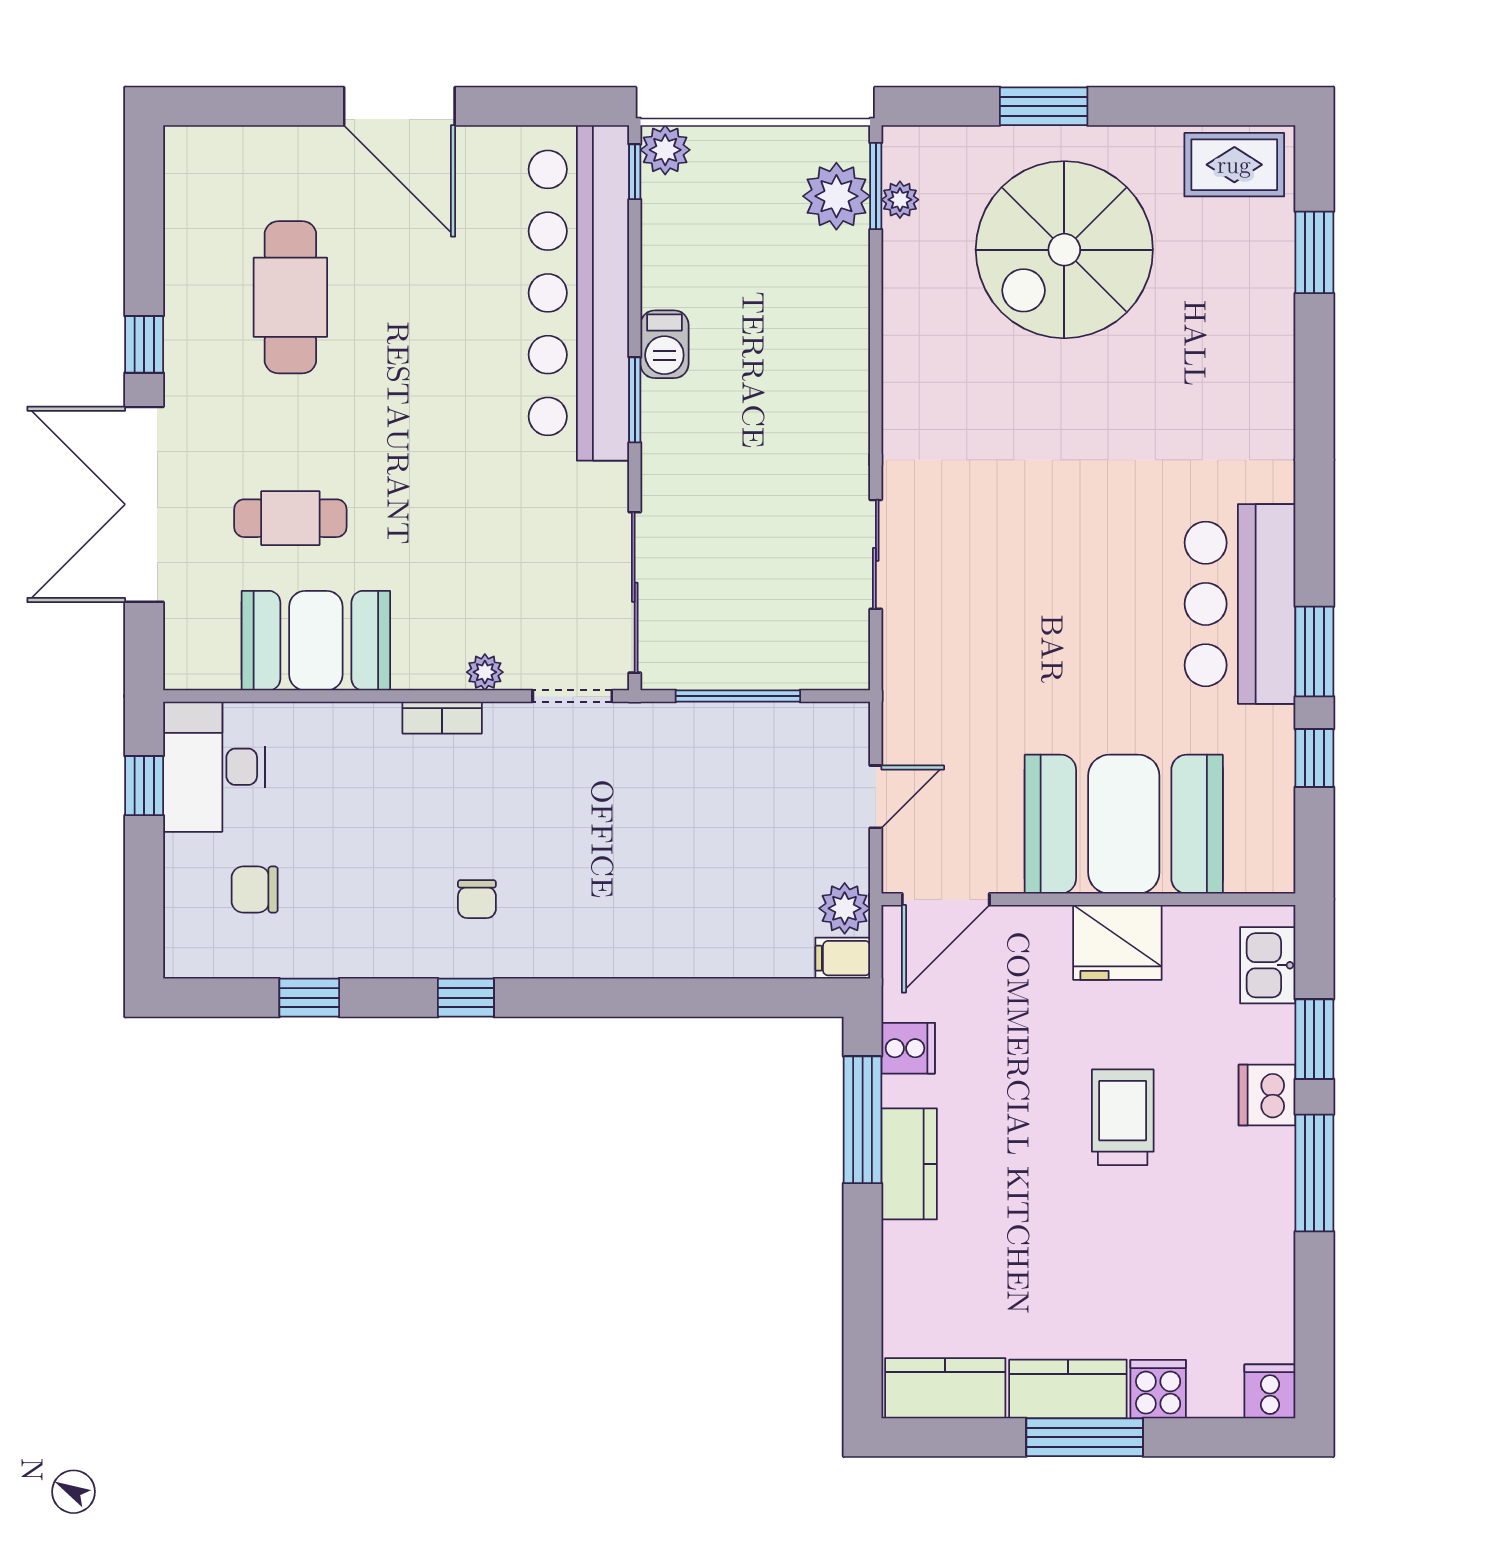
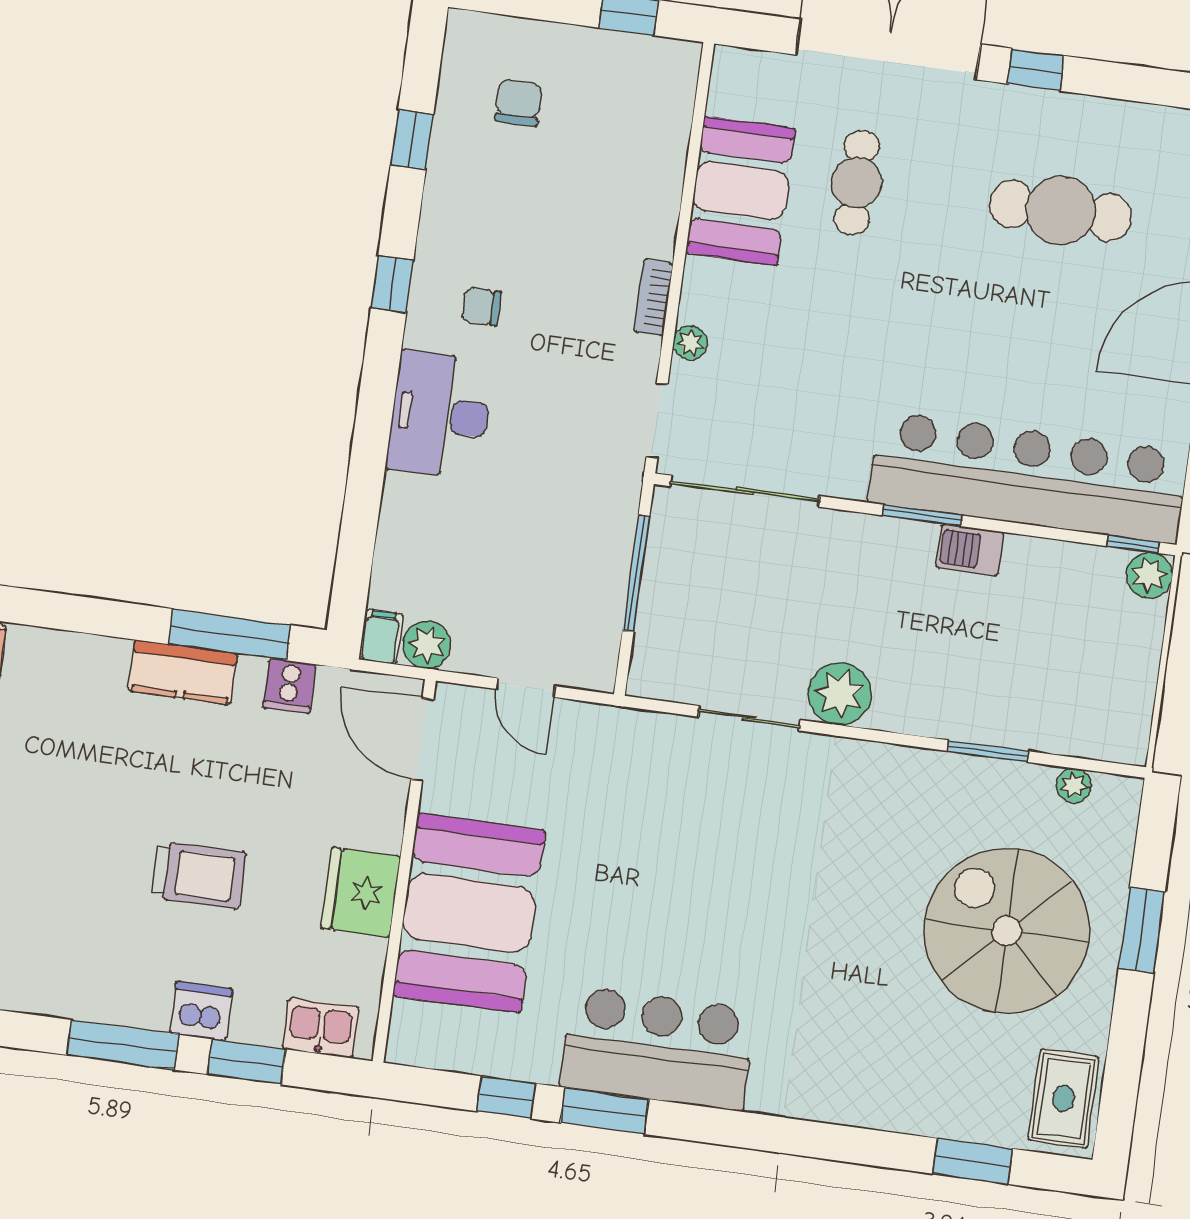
window: (876, 186) -> (988, 751), moved
plant: (836, 196) -> (840, 694), moved
desk: (214, 767) -> (440, 415), moved, turned -90

